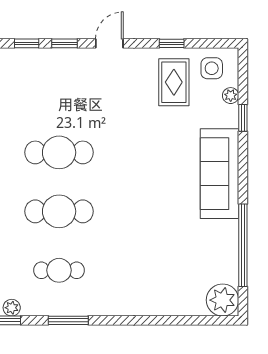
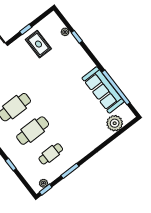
side table: (212, 68) -> (49, 27), removed
sofa: (220, 174) -> (103, 90), moved
plant: (223, 300) -> (115, 123), moved

